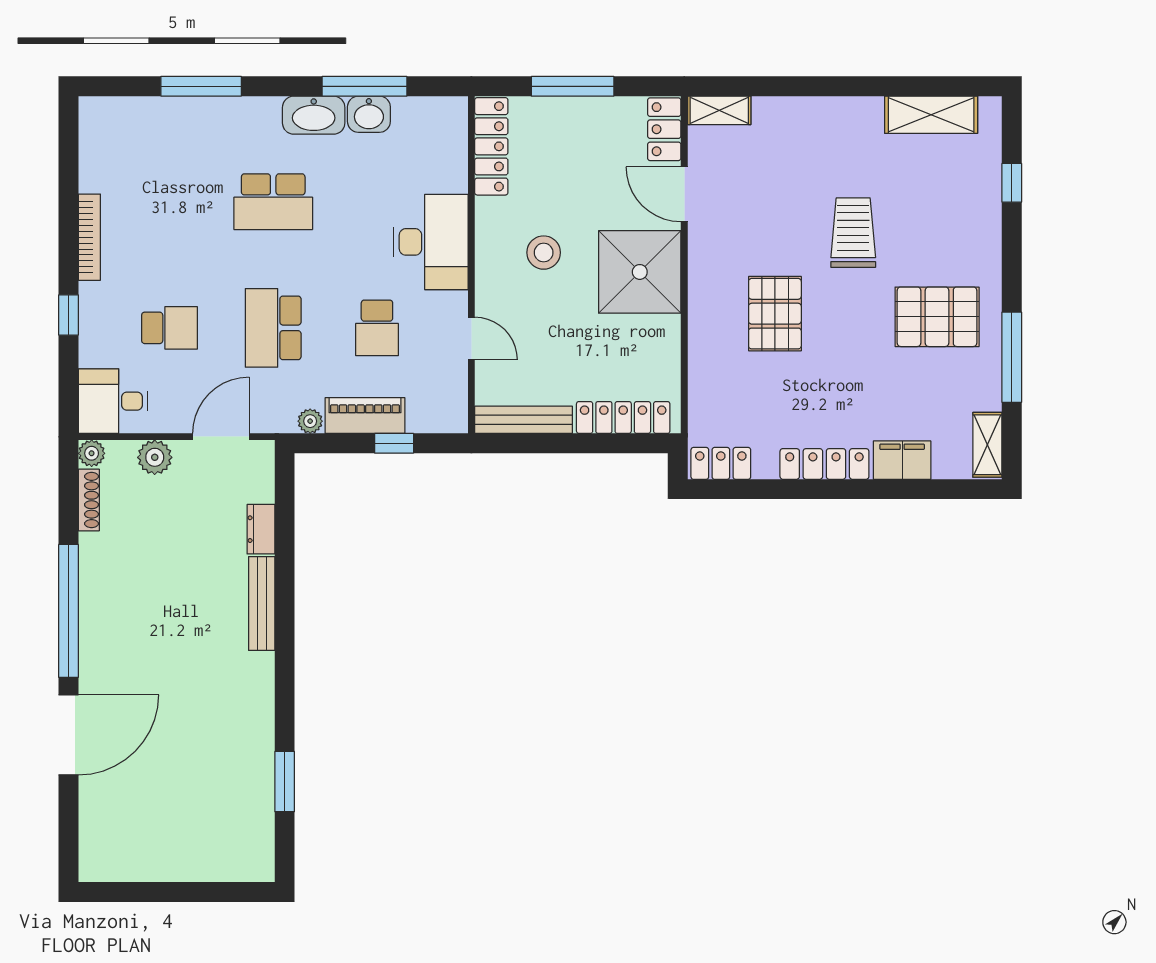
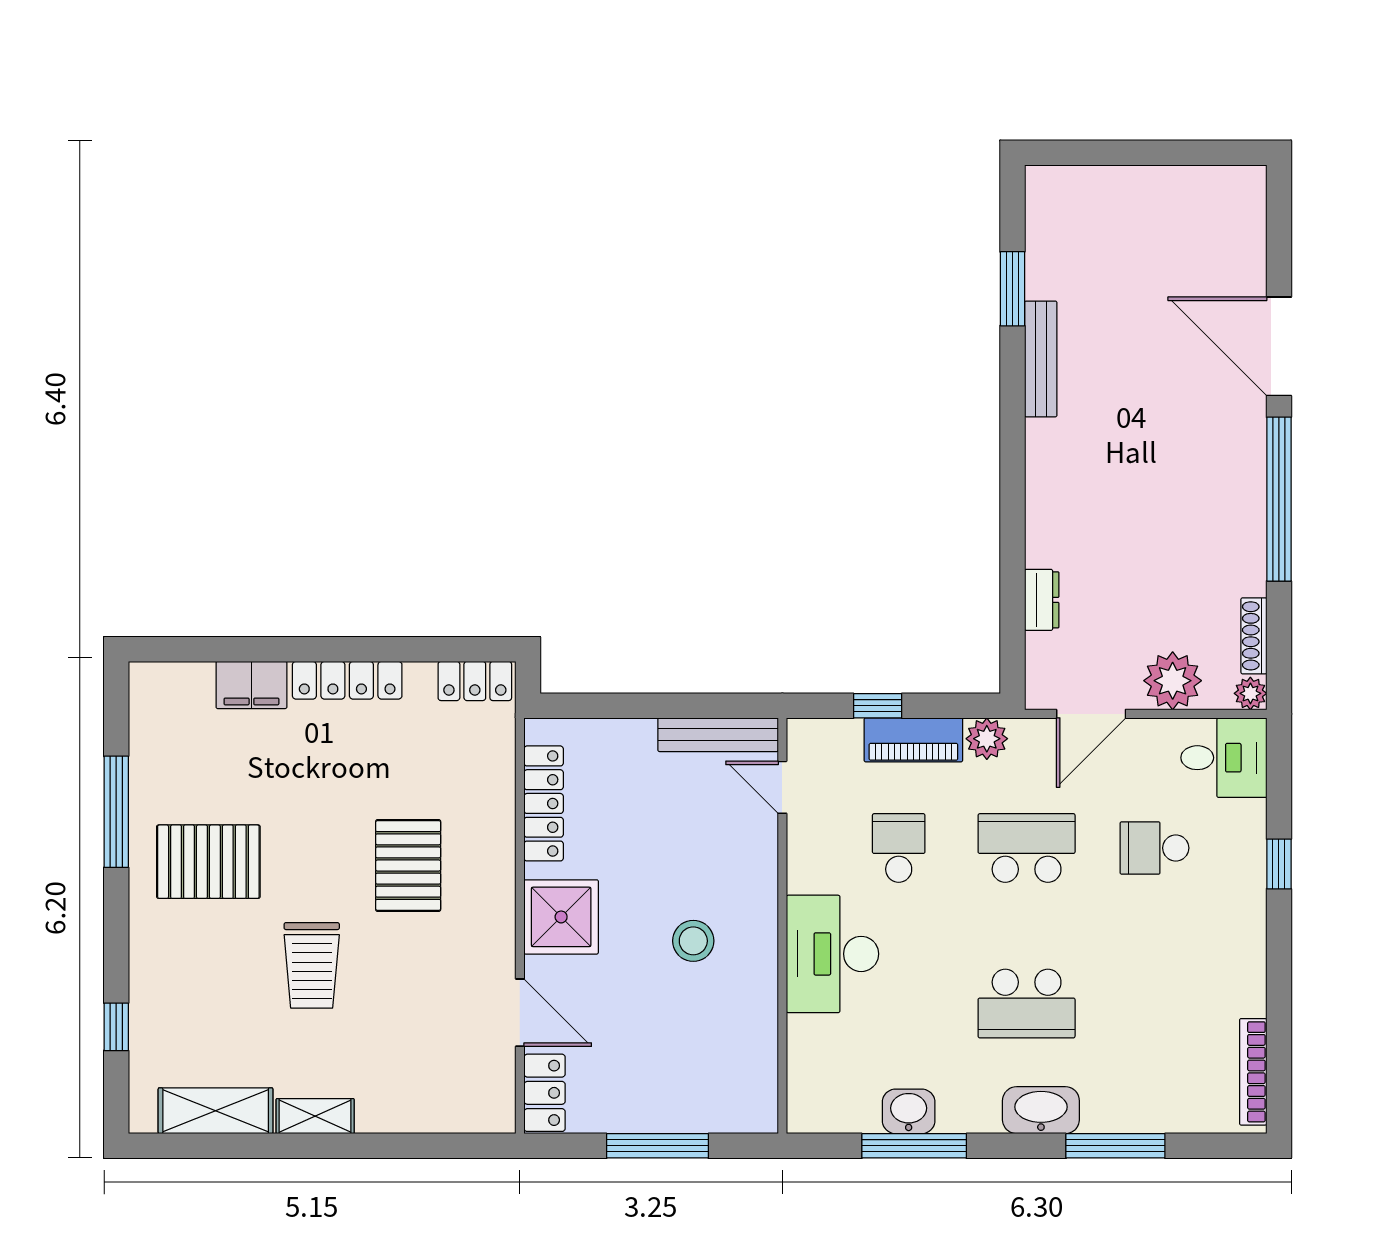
shelving: (719, 110) -> (315, 1116), moved
washbasin: (314, 115) -> (1041, 1110), moved
locker: (491, 146) -> (758, 1072), removed
school desk: (273, 202) -> (1027, 1004), turned 180
bookcase: (89, 237) -> (1253, 1072), moved
shower: (640, 272) -> (561, 917), width x0.73, depth x0.73
school desk: (273, 328) -> (1027, 848), turned -90
door: (471, 339) -> (782, 787), moved
locker: (623, 417) -> (544, 803), moved, turned -90
plant: (310, 421) -> (987, 739), width x1.38, depth x1.38
shelving: (987, 445) -> (146, 704), removed
plant: (155, 457) -> (1173, 681), width x1.36, depth x1.36
bench: (262, 603) -> (1041, 359), moved
door: (68, 735) -> (1279, 346), hinge flipped

